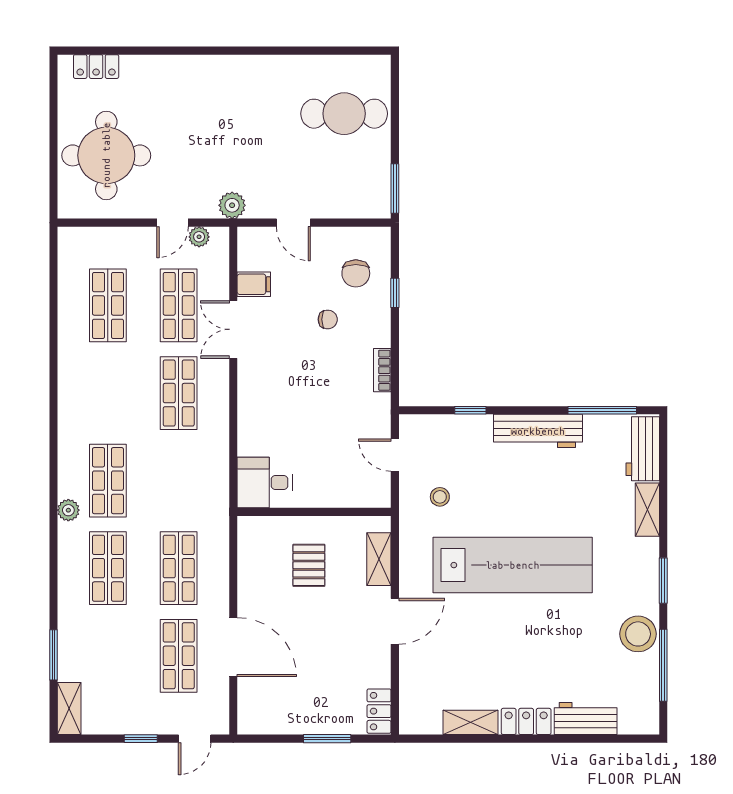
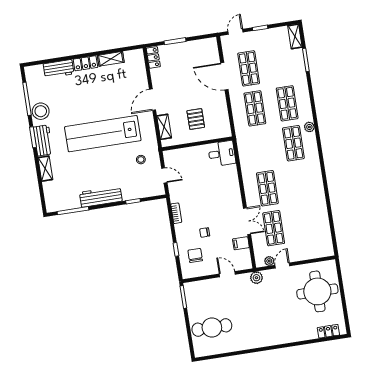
shop shelf: (108, 305) -> (306, 223), removed
workbench: (643, 449) -> (43, 140), moved

